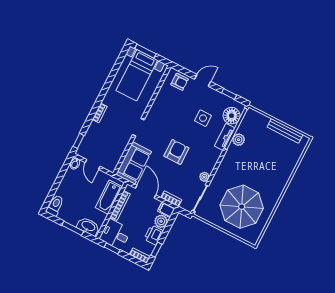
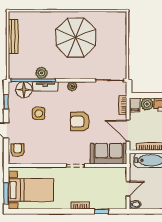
window: (79, 141) -> (101, 211), moved
plant: (204, 177) -> (72, 86), moved
door: (146, 192) -> (128, 131), hinge flipped
parasol: (242, 207) -> (76, 38), moved

